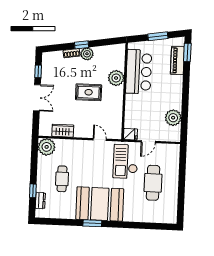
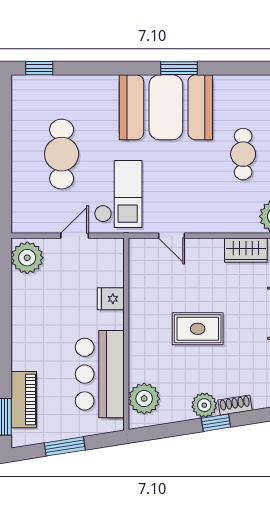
plant: (116, 78) -> (144, 399), moved
plant: (173, 118) -> (27, 258), moved
fridge: (130, 134) -> (111, 299), moved
window: (162, 226) -> (39, 68), added

